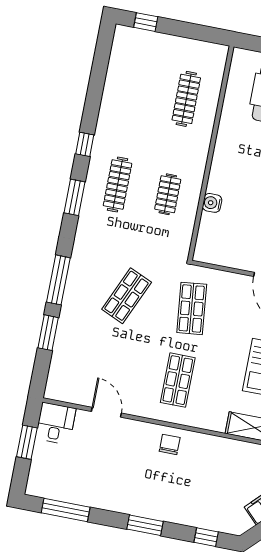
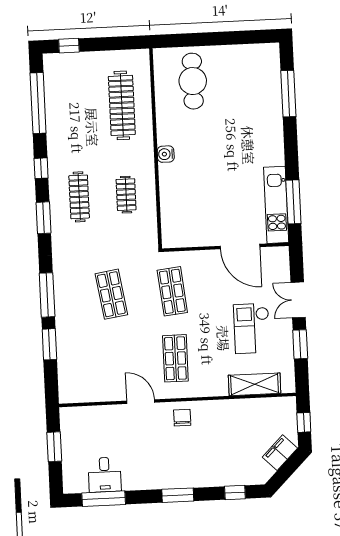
window: (98, 75) -> (38, 103), added
clothes rail: (186, 99) -> (122, 105), width x1.37, depth x1.31
water cooler: (212, 203) -> (166, 154), moved
shop shelf: (127, 296) -> (111, 294), turned -33
door: (106, 412) -> (141, 402), moved
desk: (56, 423) -> (105, 475), moved, turned 180

